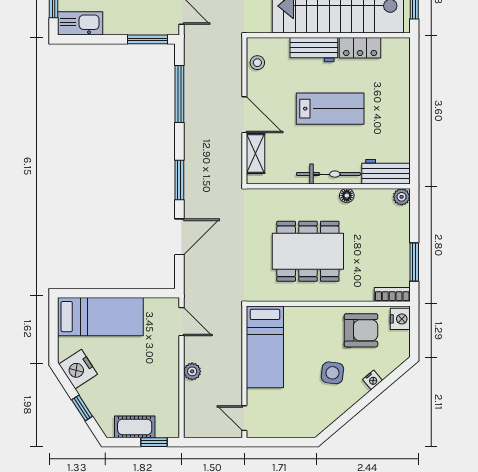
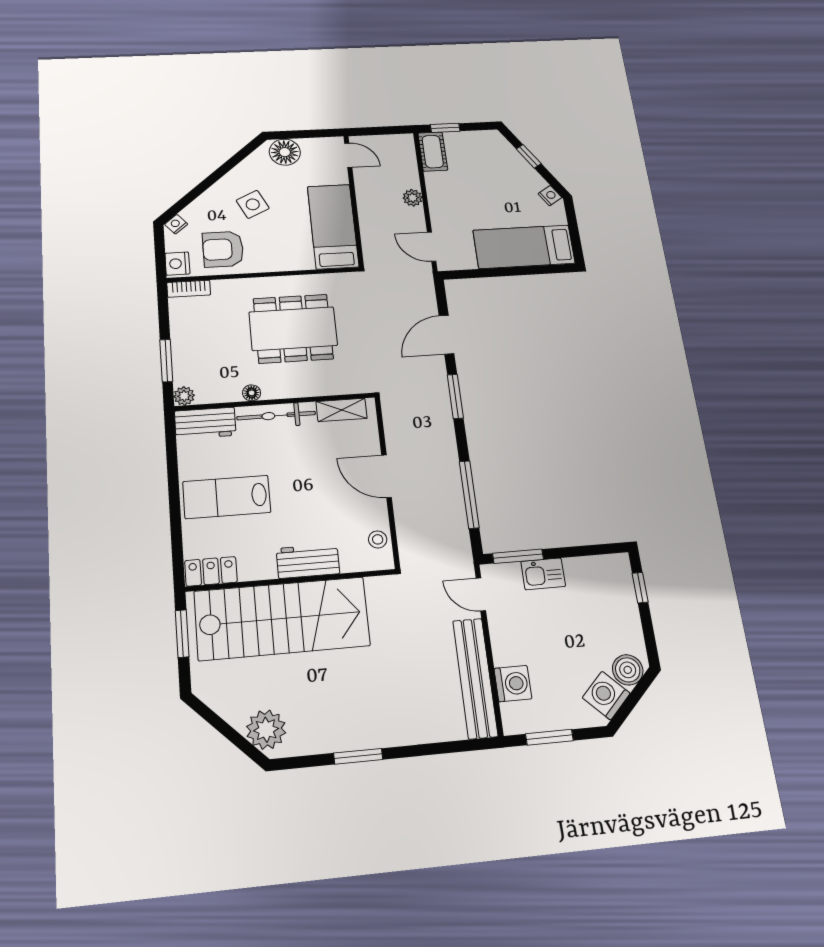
kitchen sink: (80, 23) -> (543, 574), moved, width x0.73
locker: (360, 48) -> (211, 571), moved
lab bench: (330, 109) -> (227, 497), moved
shelving: (256, 153) -> (342, 410), moved, turned 90
window: (414, 262) -> (166, 361), moved
nightstand: (78, 369) -> (550, 196), width x0.53, depth x0.56
side table: (332, 373) -> (253, 204), turned -33
nightstand: (372, 380) -> (176, 224), moved
floor lamp: (300, 424) -> (285, 152), added
cot: (135, 427) -> (433, 152), moved, turned 90

